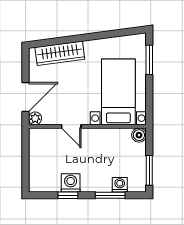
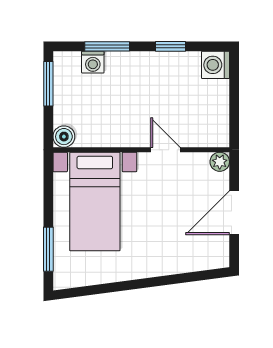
wardrobe: (60, 53) -> (183, 259), removed
door: (26, 97) -> (234, 213), moved
washing machine: (71, 183) -> (216, 65), moved, turned 90

